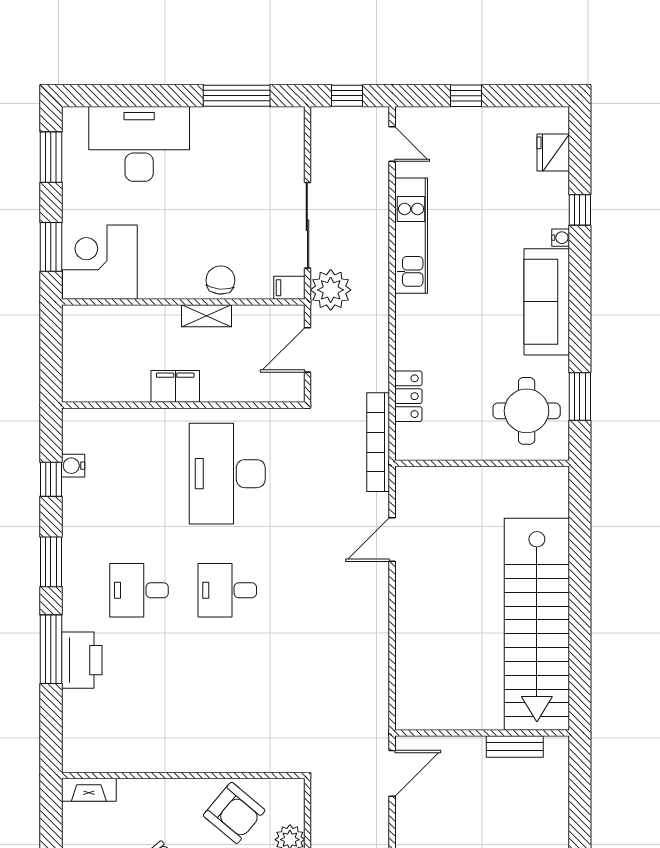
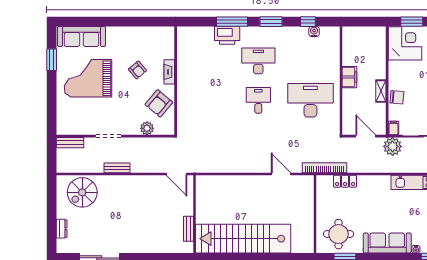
desk: (139, 590) -> (258, 61), width x1.37
fireplace: (89, 790) -> (169, 72), moved

